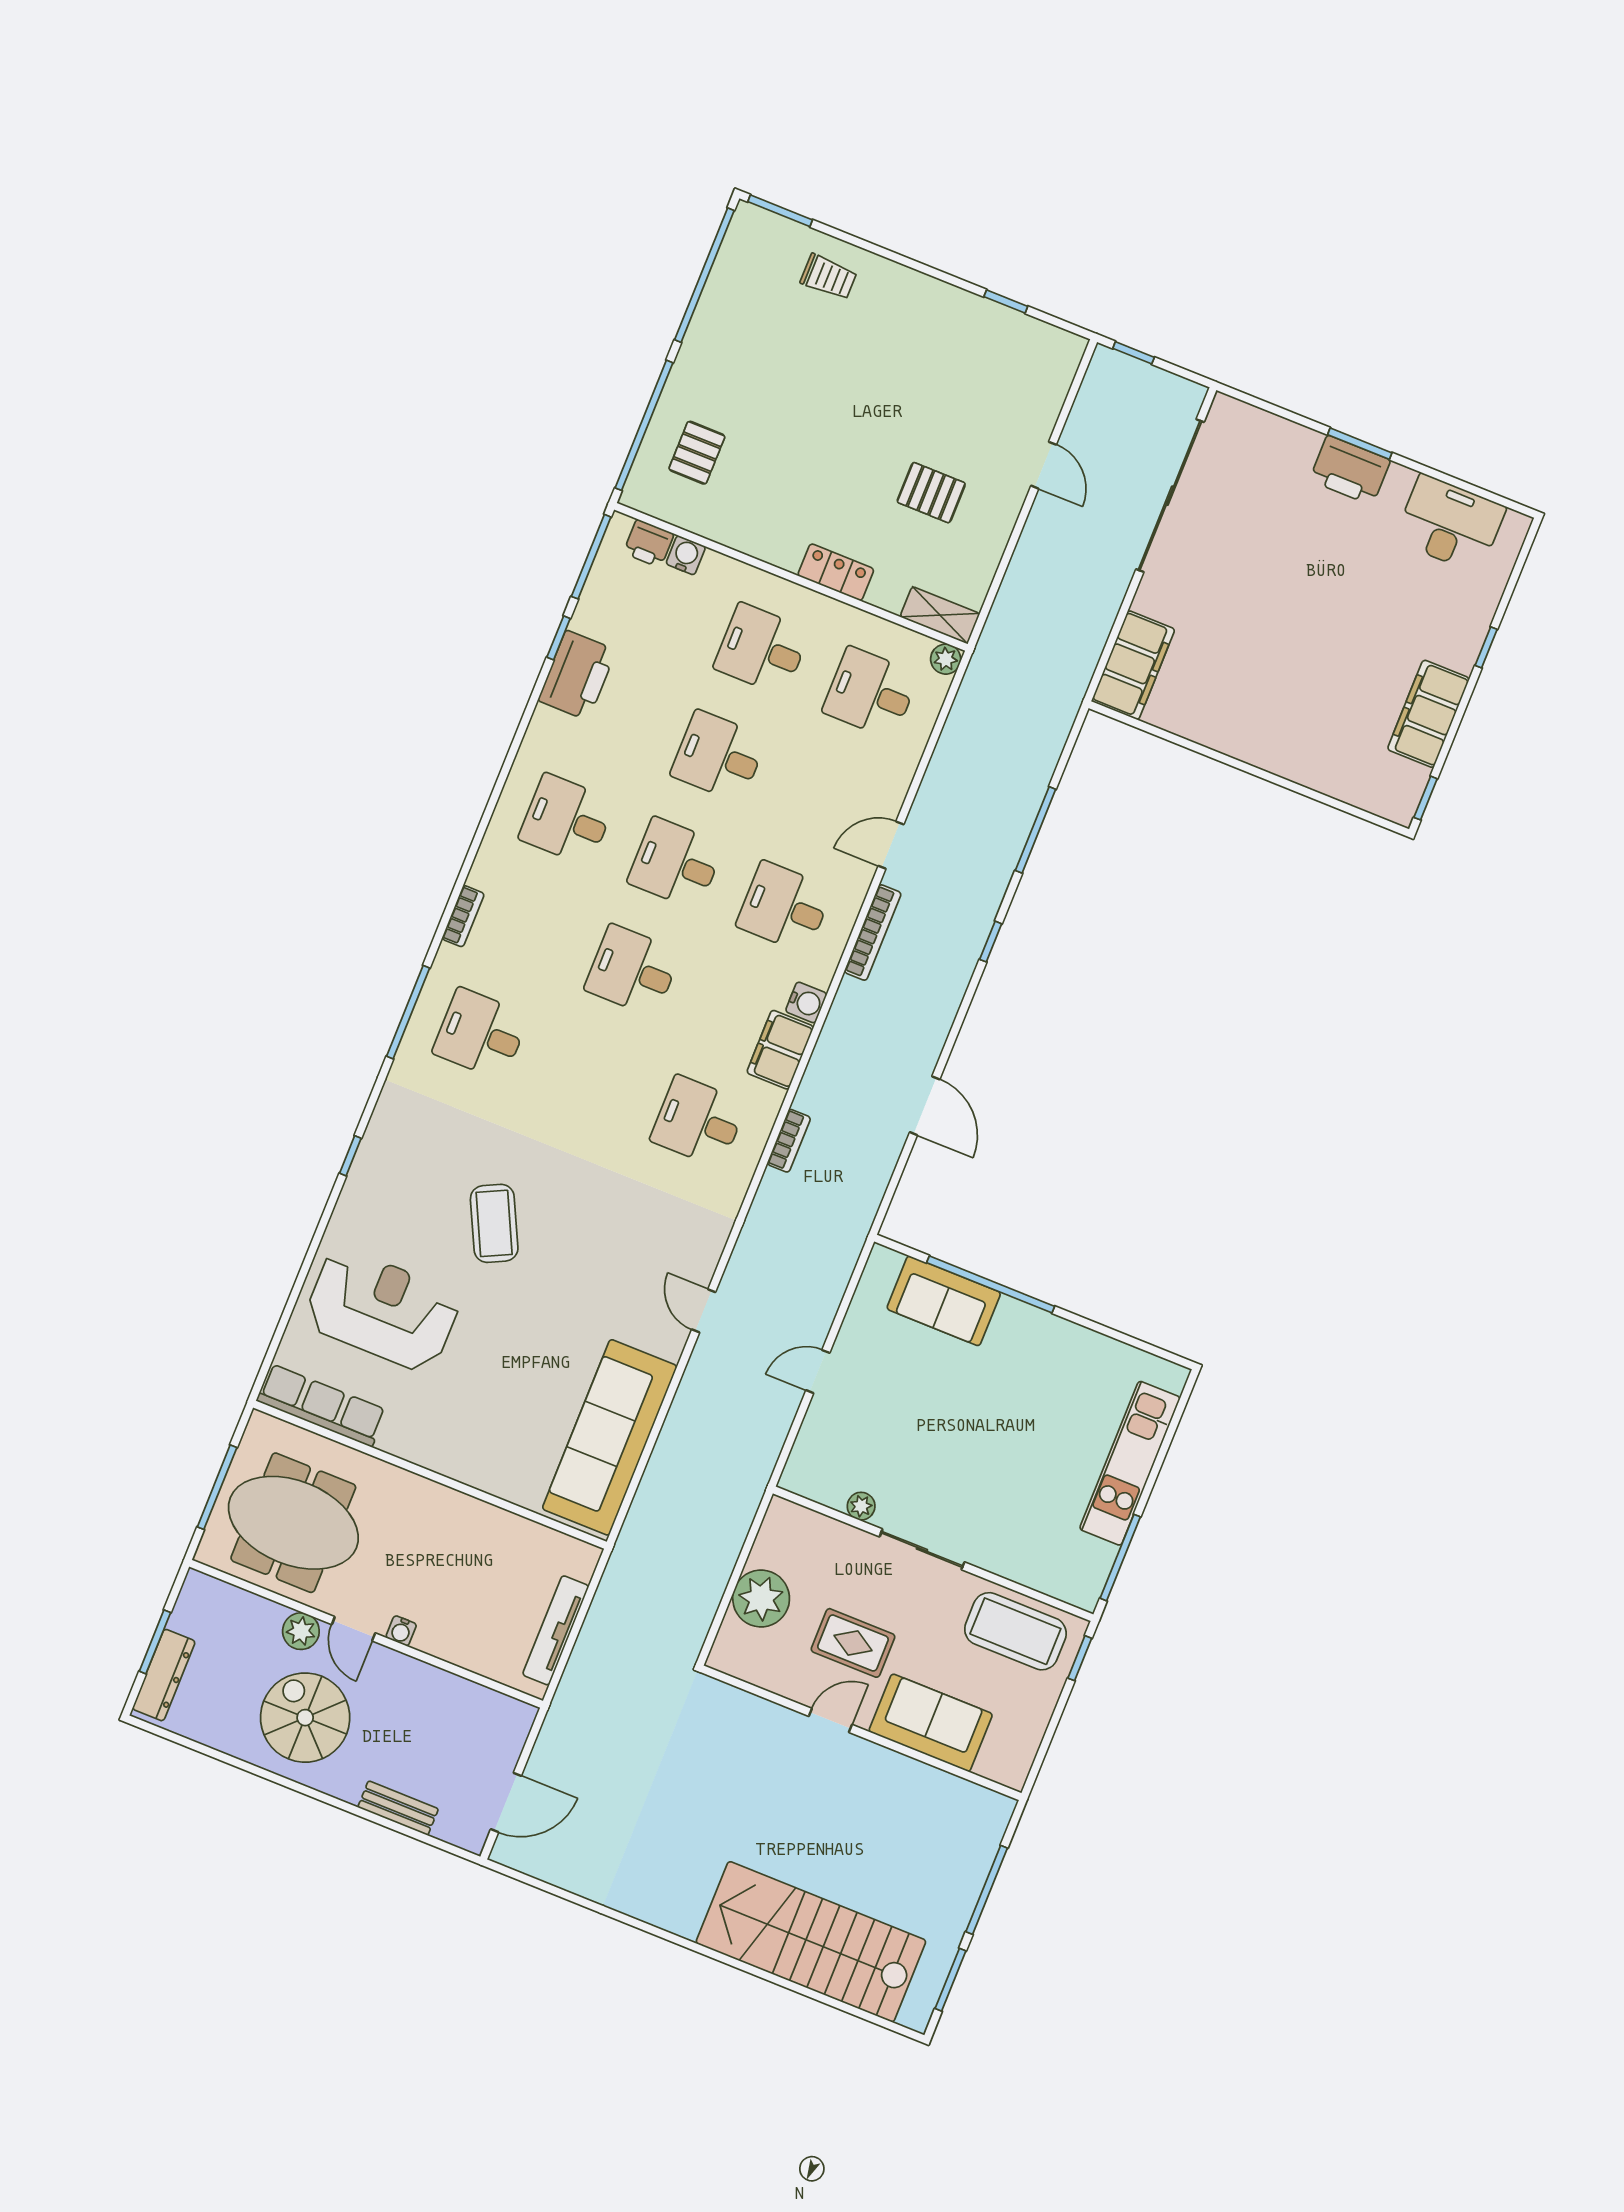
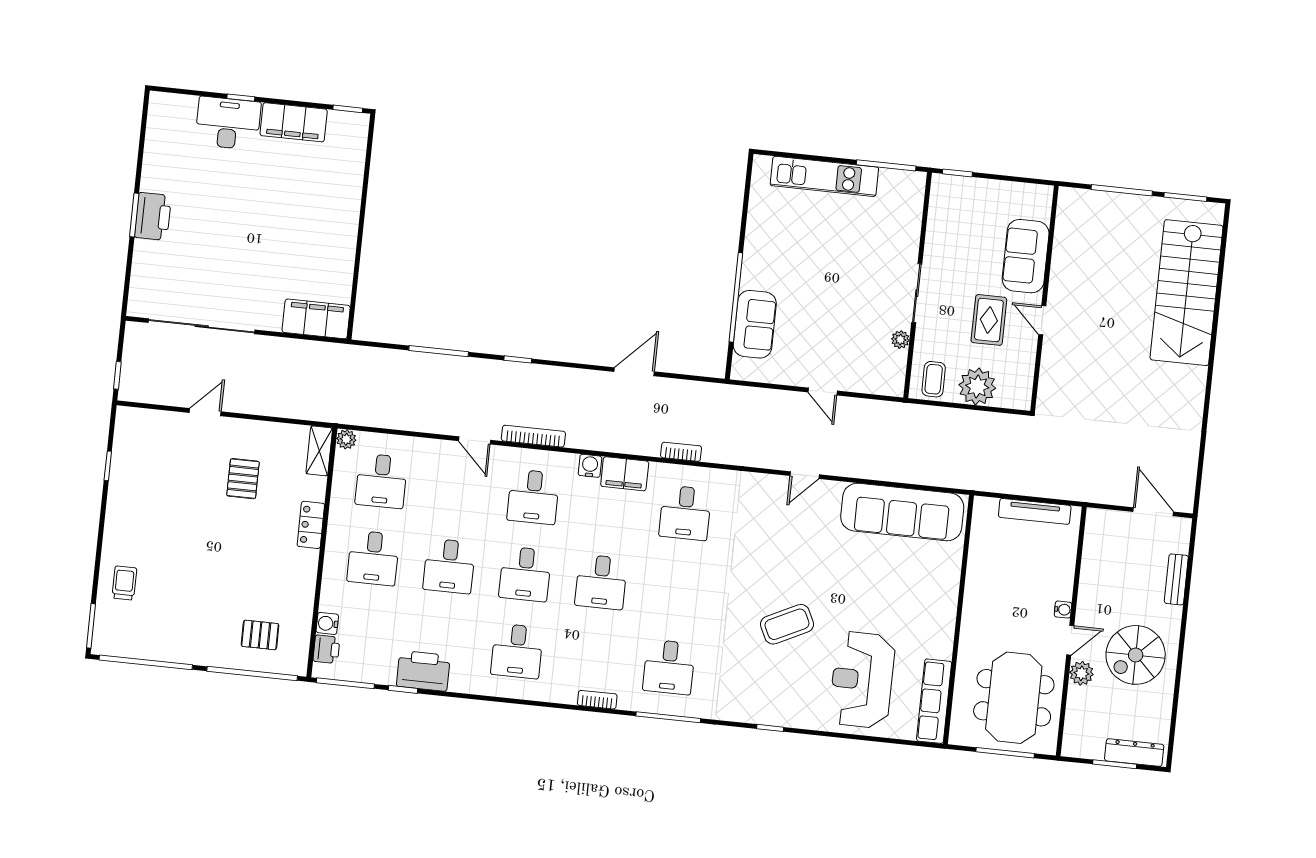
desk: (1450, 524) -> (228, 123), moved, turned 90
coffee table: (1015, 1631) -> (934, 379), moved, width x0.54, depth x0.58

